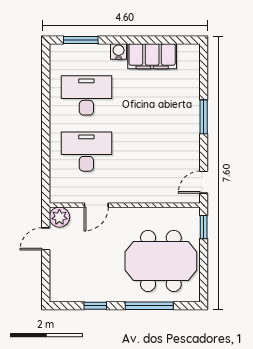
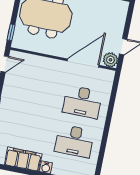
door: (96, 205) -> (83, 63), width x1.88

